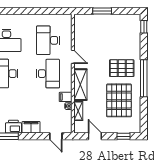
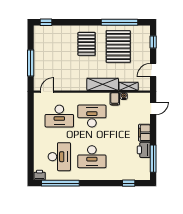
window: (102, 11) -> (31, 63), width x1.44
door: (73, 57) -> (47, 92), moved
window: (144, 78) -> (119, 22), moved
pallet: (119, 100) -> (118, 46), turned 90

